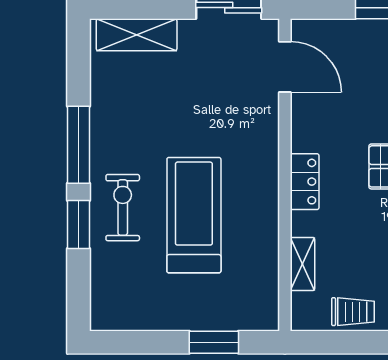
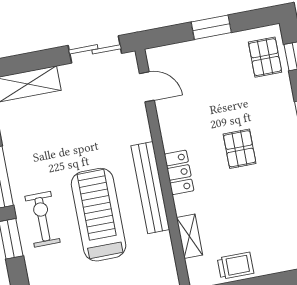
door: (285, 67) -> (147, 87), width x0.73
bench: (265, 194) -> (150, 188), added

